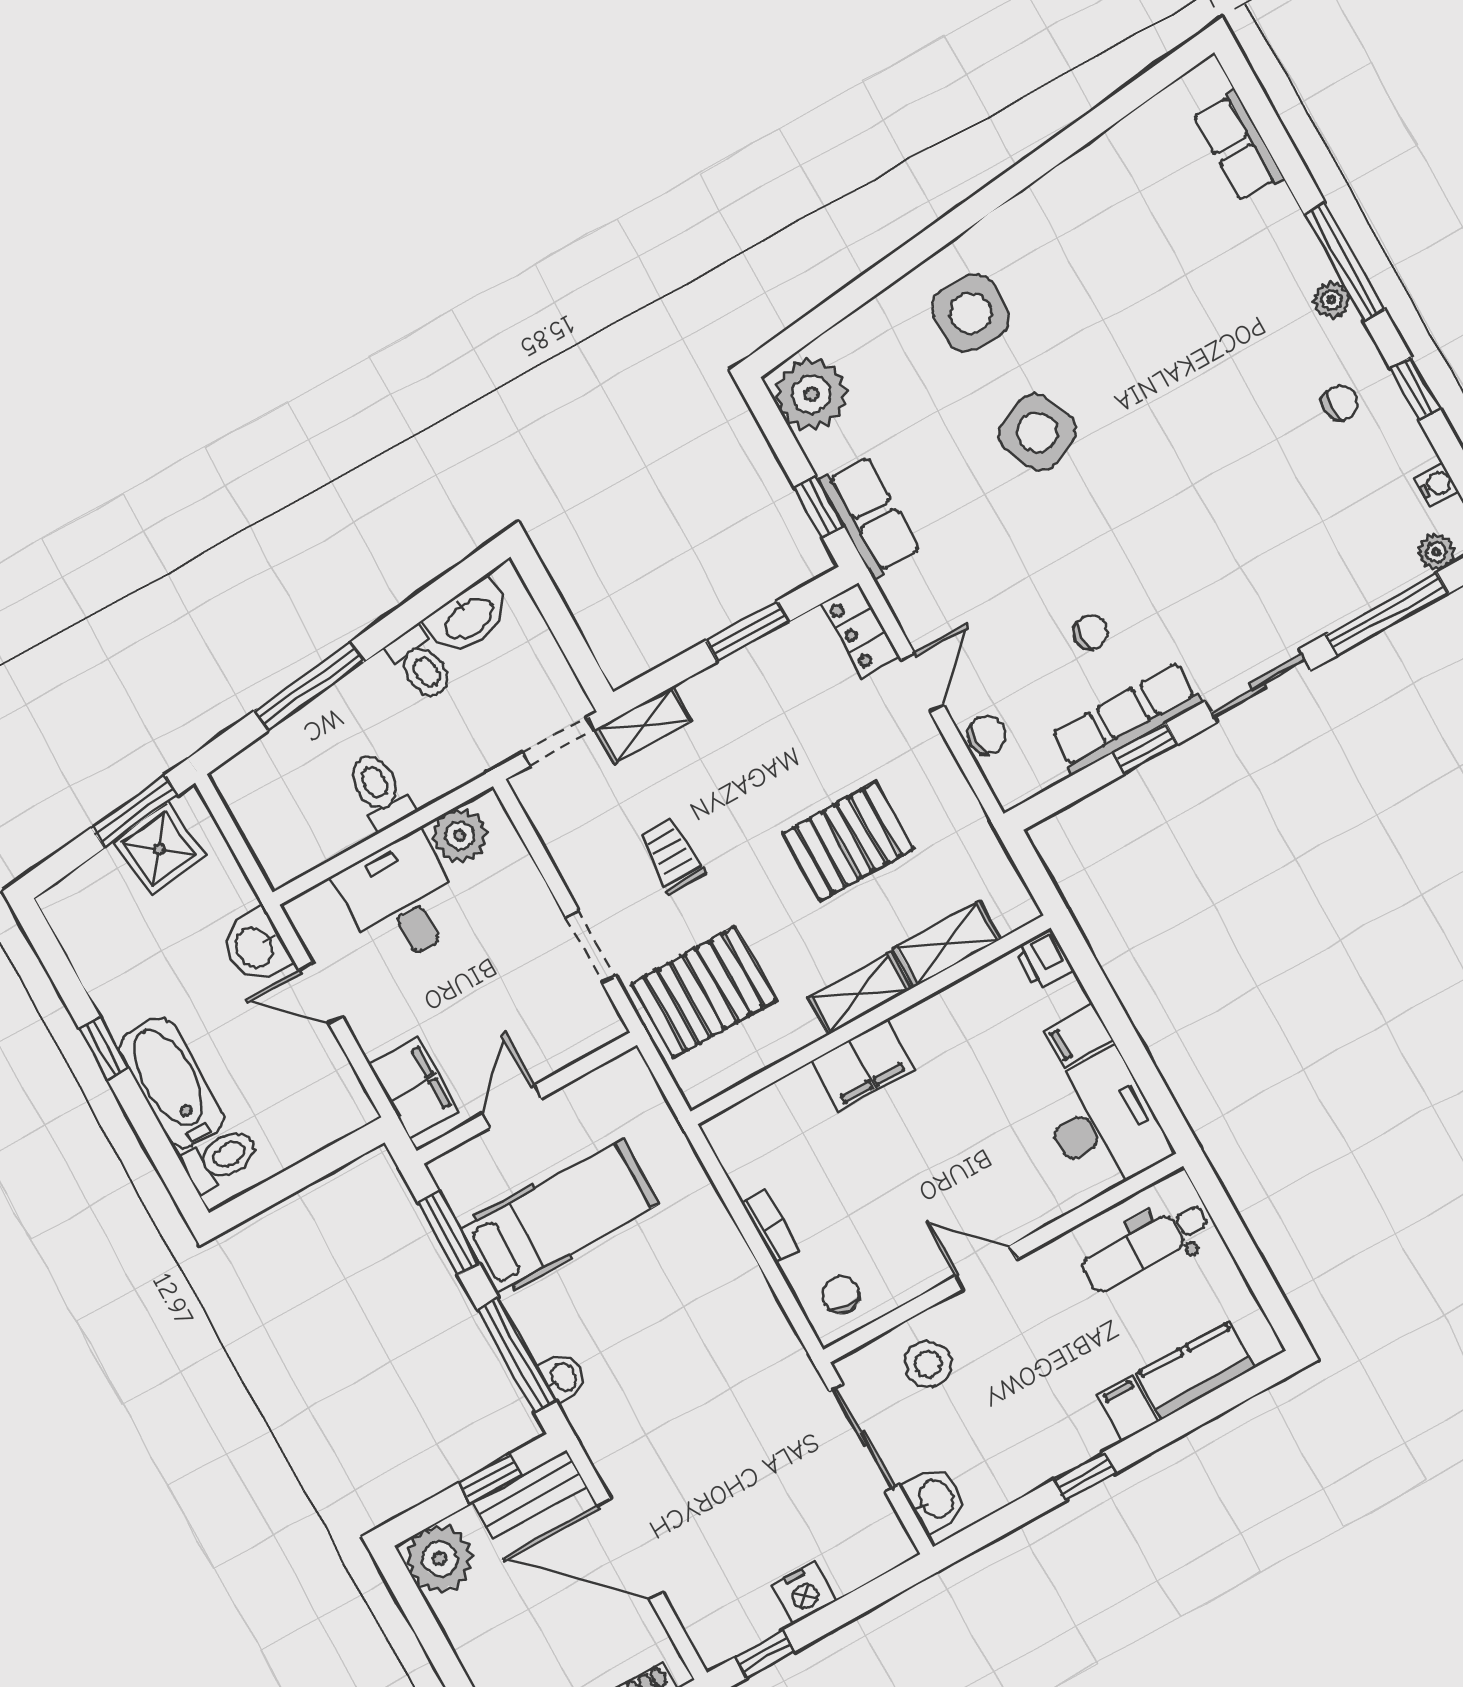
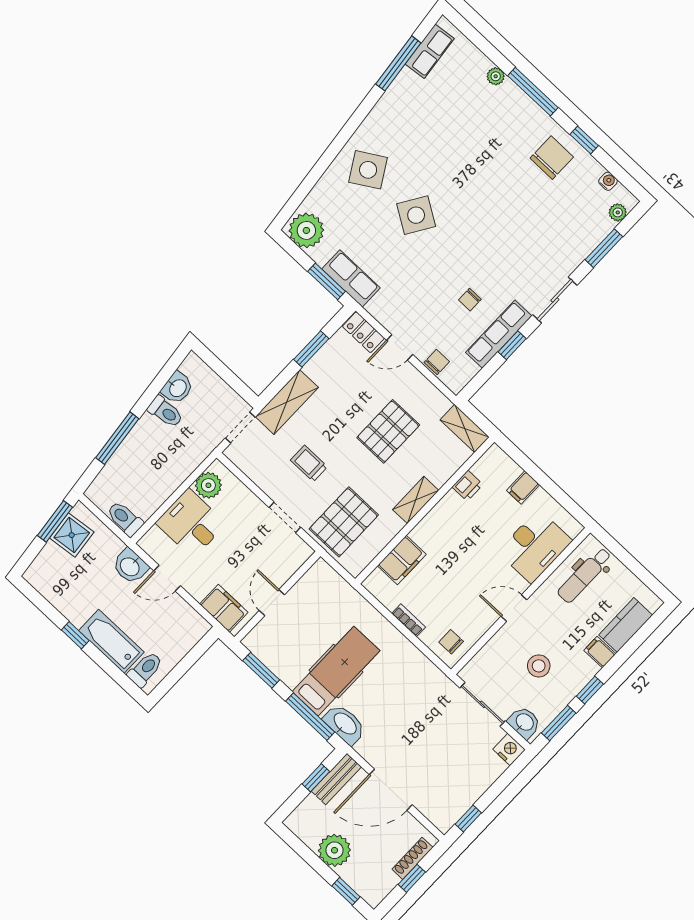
window: (1096, 122) -> (398, 63), added
row of seats: (1238, 146) -> (430, 51), moved, turned -97
plant: (1332, 300) -> (496, 76), moved
side table: (971, 313) -> (368, 170), turned -31
chair: (1340, 403) -> (552, 158), width x1.87, depth x1.87
side table: (1037, 432) -> (416, 215), turned -34
window: (819, 507) -> (326, 281), width x1.50
window: (1387, 614) -> (604, 248), width x0.69
washbasin: (468, 617) -> (177, 388), width x0.72
chair: (1091, 632) -> (470, 300), turned 180
door: (922, 683) -> (400, 347), swing flipped
shelving: (643, 725) -> (287, 402), width x1.50, depth x1.33
toilet: (380, 791) -> (125, 519), moved
shelving: (947, 944) -> (465, 428), moved, turned 90
printer: (1043, 960) -> (467, 486), moved, turned -90
filing cabinet: (863, 1065) -> (402, 560), moved
desk: (1103, 1123) -> (535, 546), moved, turned 90
hospital bed: (560, 1217) -> (336, 671), moved
stool: (928, 1364) -> (539, 666), moved
washbasin: (563, 1378) -> (345, 724), width x1.91, depth x1.45
window: (1002, 1522) -> (559, 723), added
plant: (440, 1559) -> (334, 850), moved
nightstand: (804, 1593) -> (509, 749), moved, turned -90

